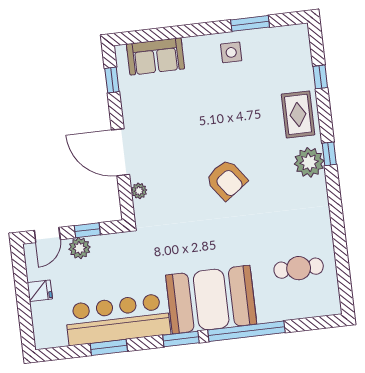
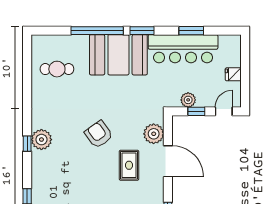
rug: (298, 114) -> (129, 165), moved
plant: (139, 191) -> (154, 134), width x1.88, depth x1.88
plant: (80, 248) -> (188, 100), moved

